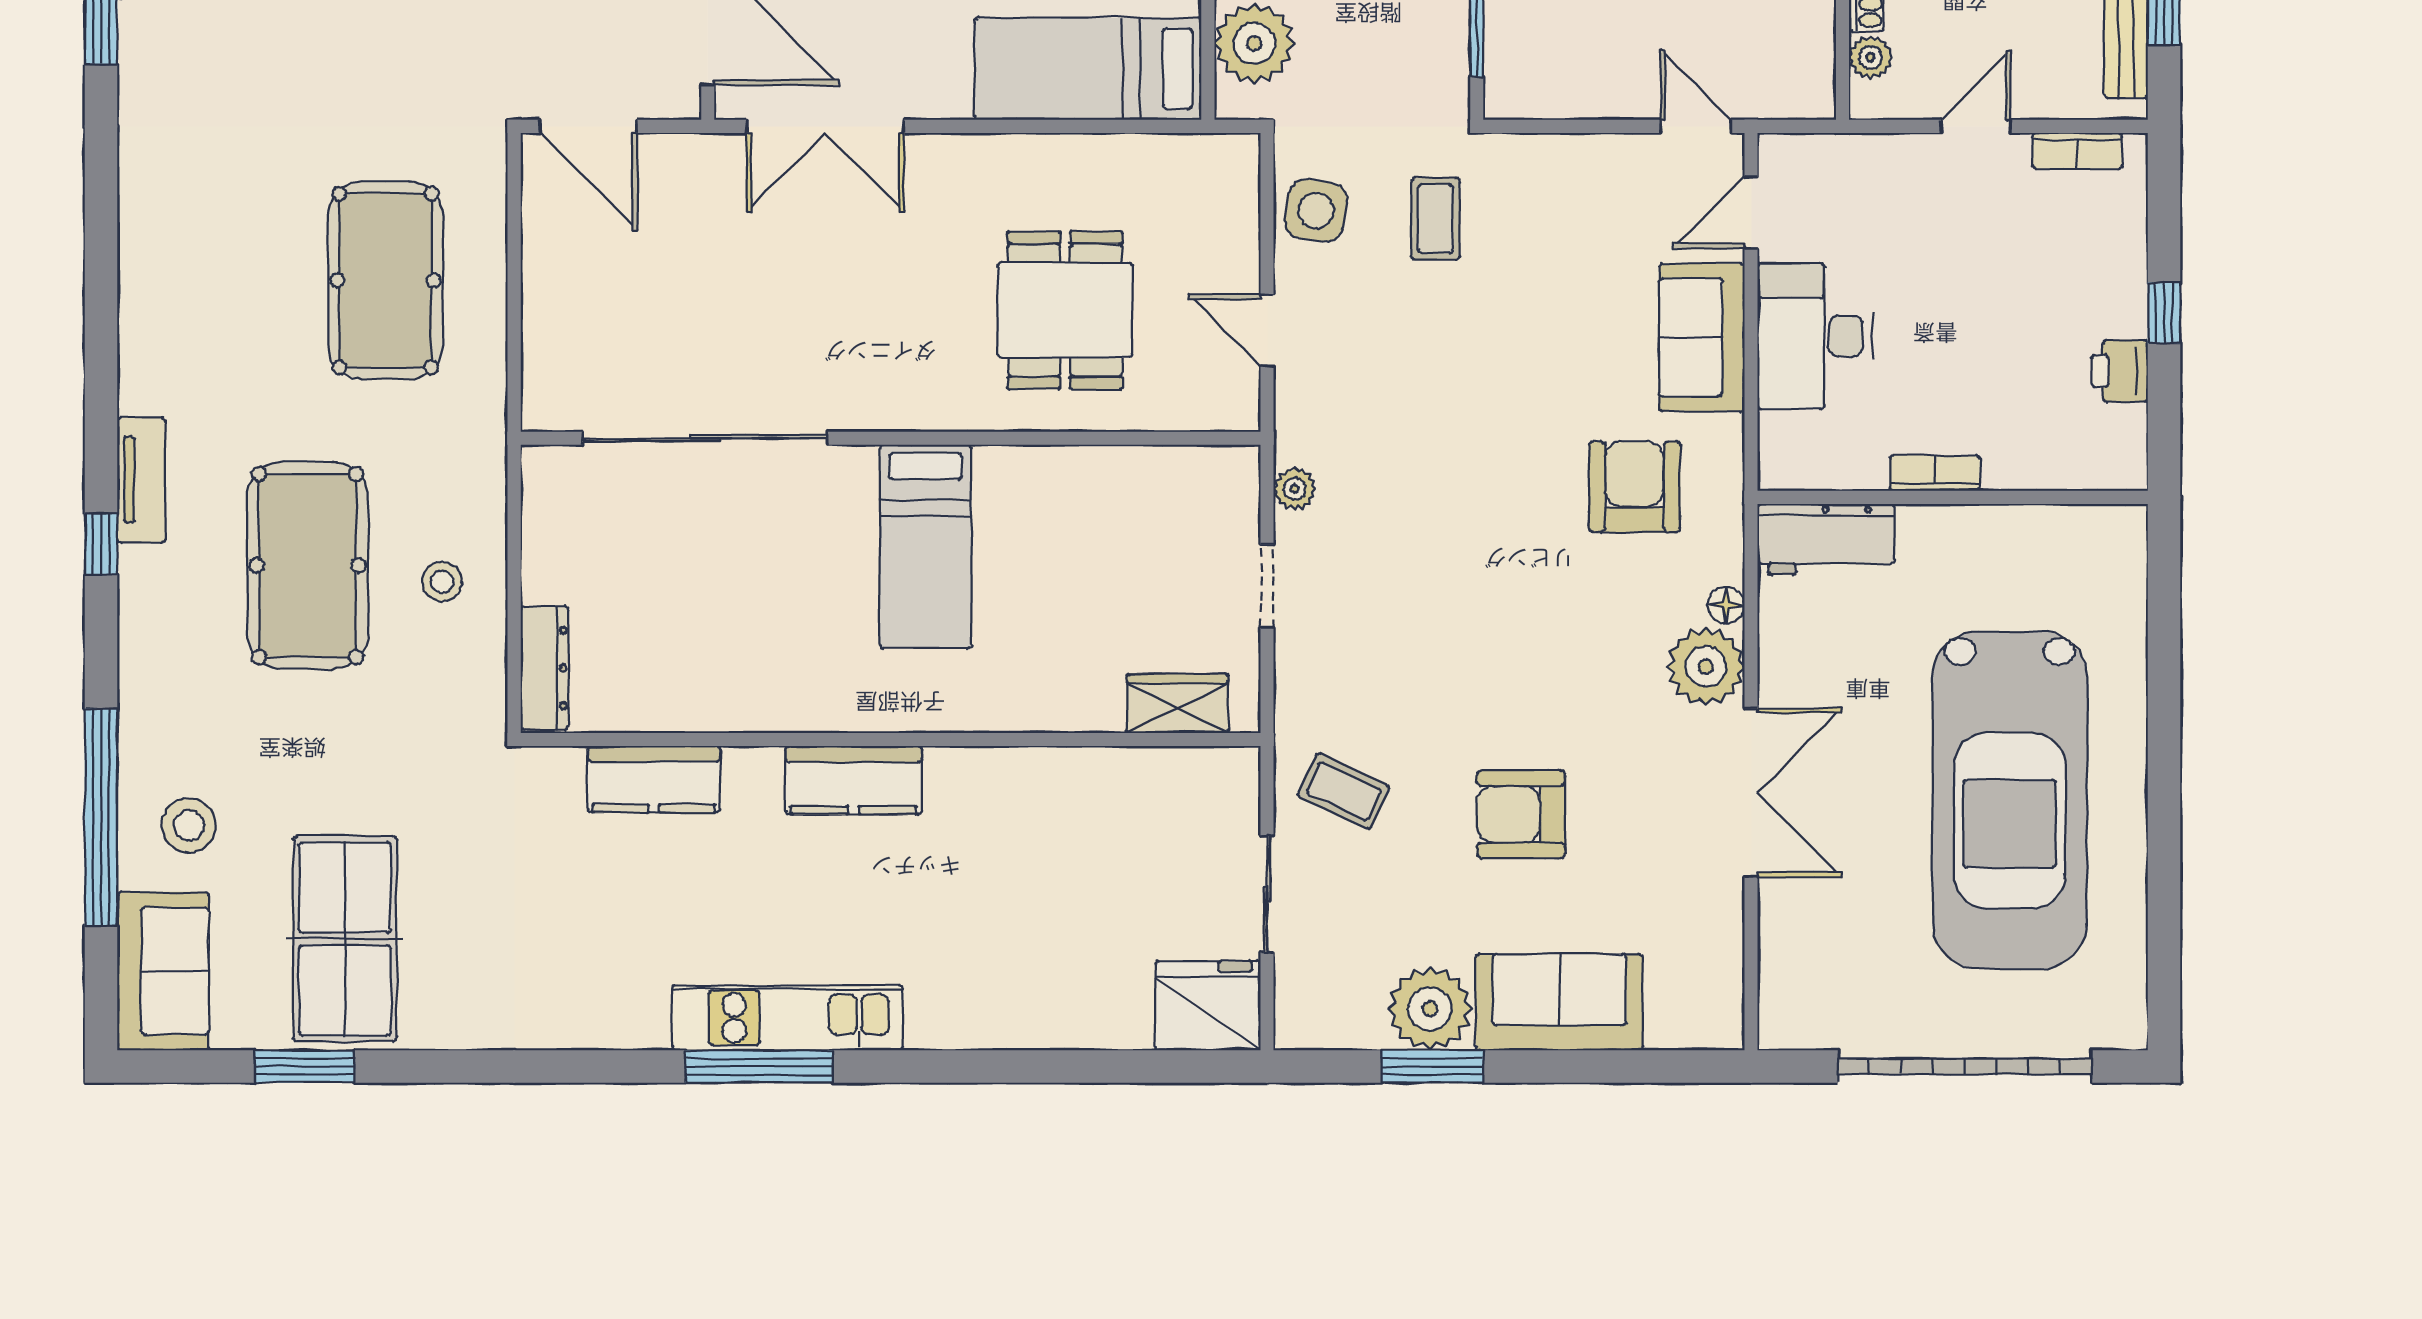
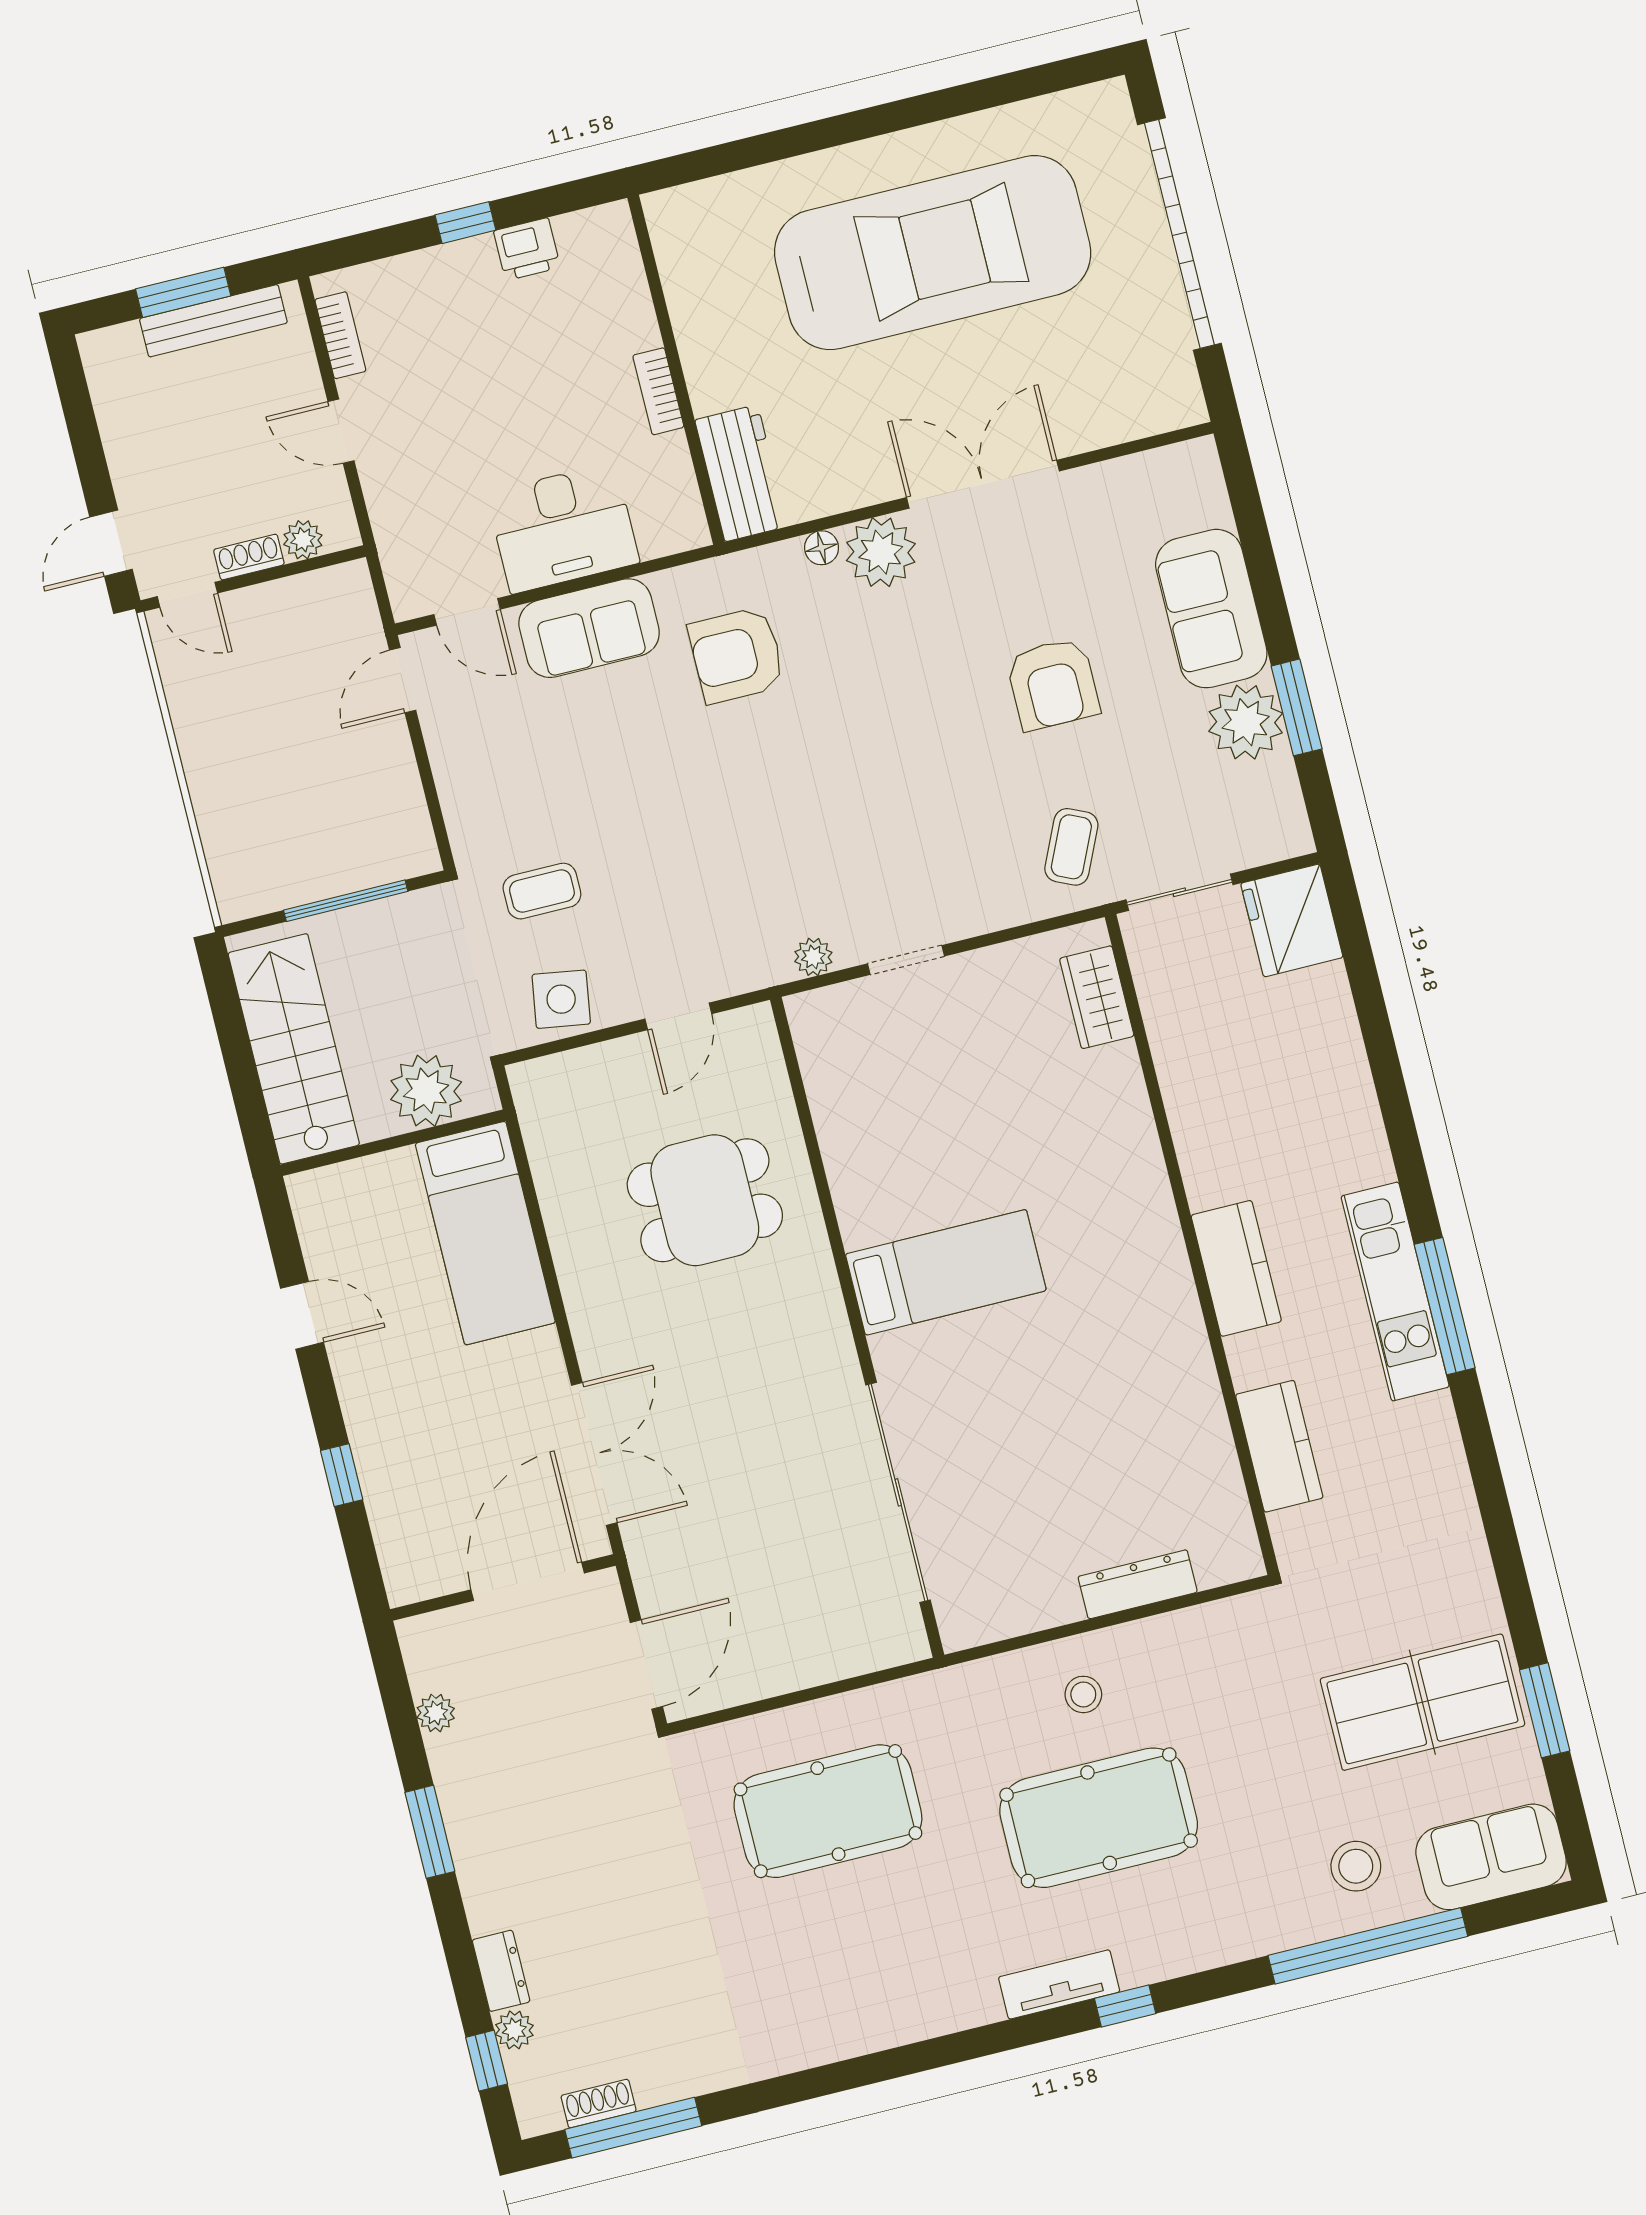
wardrobe: (1178, 703) -> (1097, 997), moved
wall: (891, 739) -> (1192, 1244), moved
kitchen counter: (654, 779) -> (1279, 1446), moved
kitchen counter: (854, 780) -> (1236, 1268), moved

